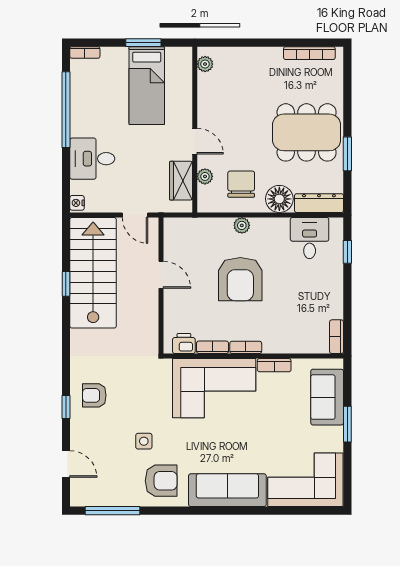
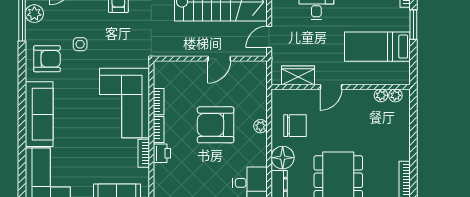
window: (143, 43) -> (413, 25), moved
plant: (205, 176) -> (381, 95), moved
printer: (184, 343) -> (162, 153), moved
armchair: (161, 481) -> (47, 59), turned -90
plant: (107, 496) -> (34, 14), added

